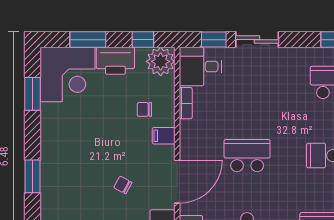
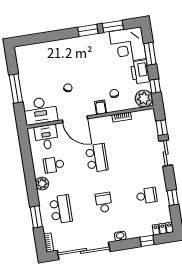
desk: (200, 67) -> (145, 122), removed
window: (32, 176) -> (88, 30), moved

